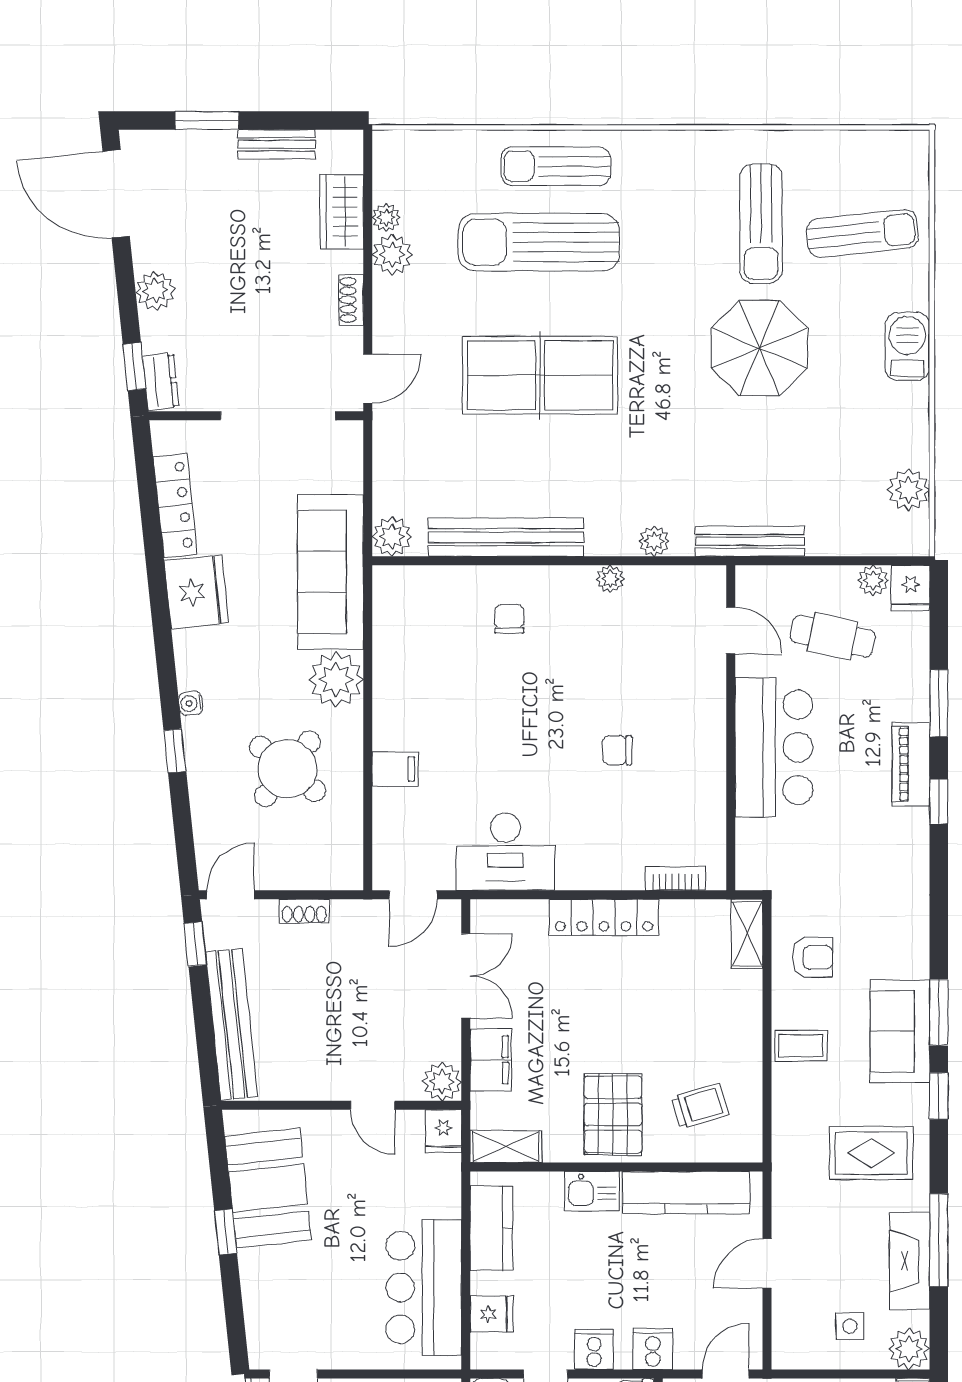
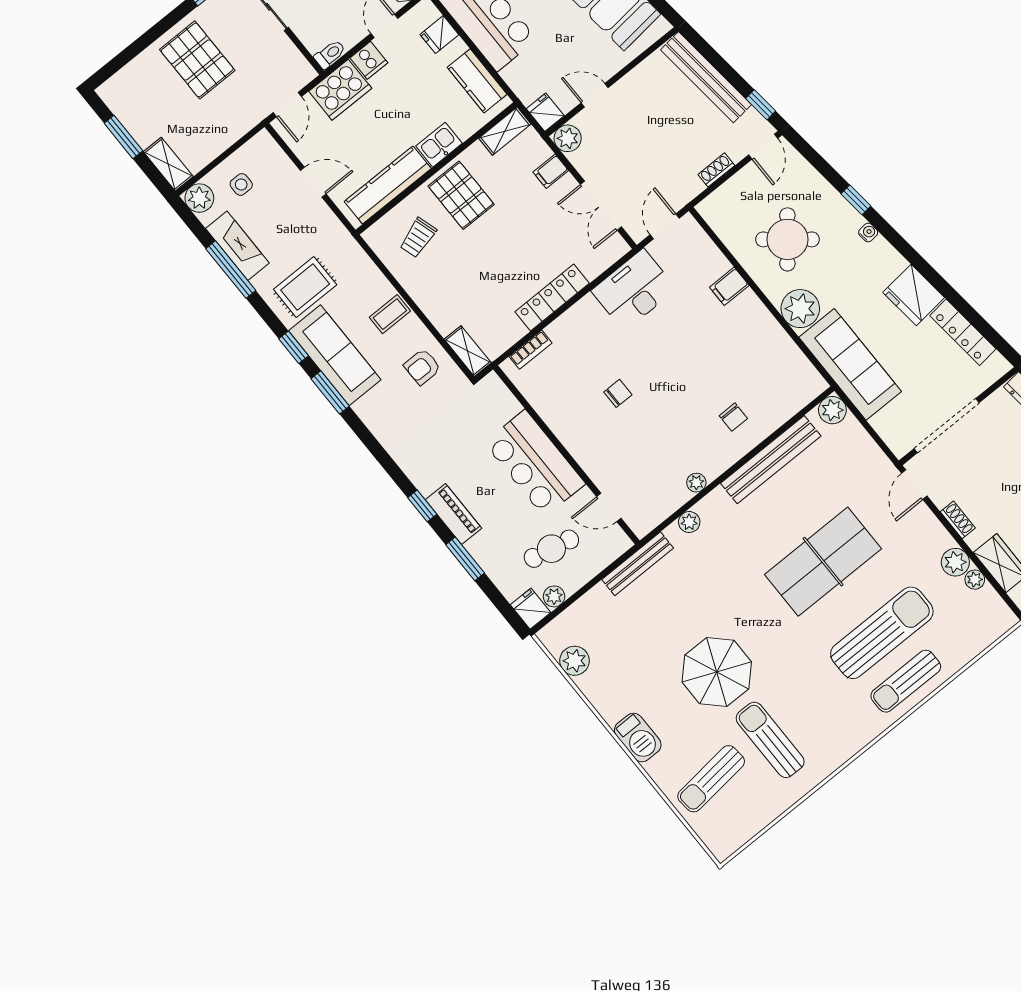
sun lounger: (556, 166) -> (906, 681), turned 180
sofa: (900, 1031) -> (335, 355), width x1.36
filing cabinet: (491, 1060) -> (551, 171), width x0.50
door: (767, 1263) -> (313, 182), hinge flipped
cooker: (653, 1349) -> (340, 90), width x1.87, depth x1.31

